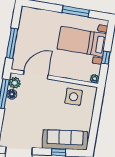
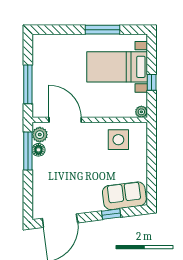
door: (36, 75) -> (65, 120), hinge flipped
sofa: (65, 140) -> (124, 196), width x0.73

